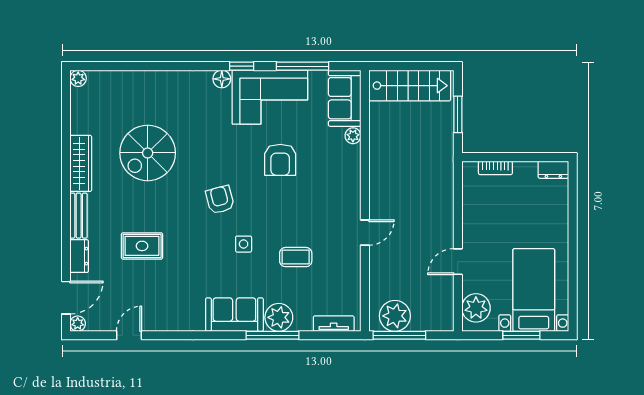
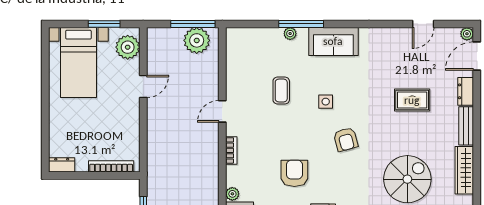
bookcase: (495, 168) -> (111, 166), width x1.56
bookcase: (354, 187) -> (231, 150), added
coffee table: (296, 257) -> (281, 90), turned 90
plant: (279, 317) -> (290, 34), width x0.53, depth x0.53
tv unit: (334, 324) -> (249, 34), removed
window: (521, 335) -> (104, 24), moved

